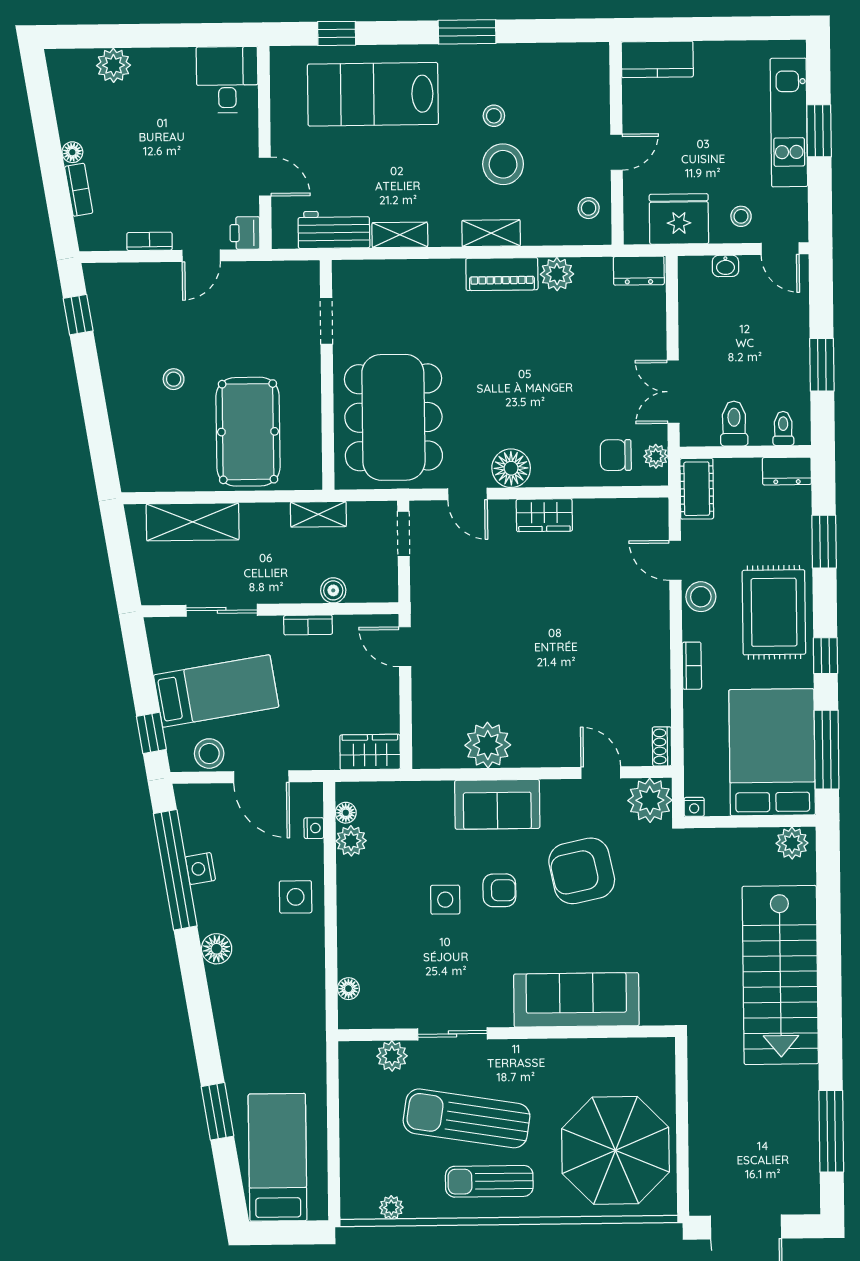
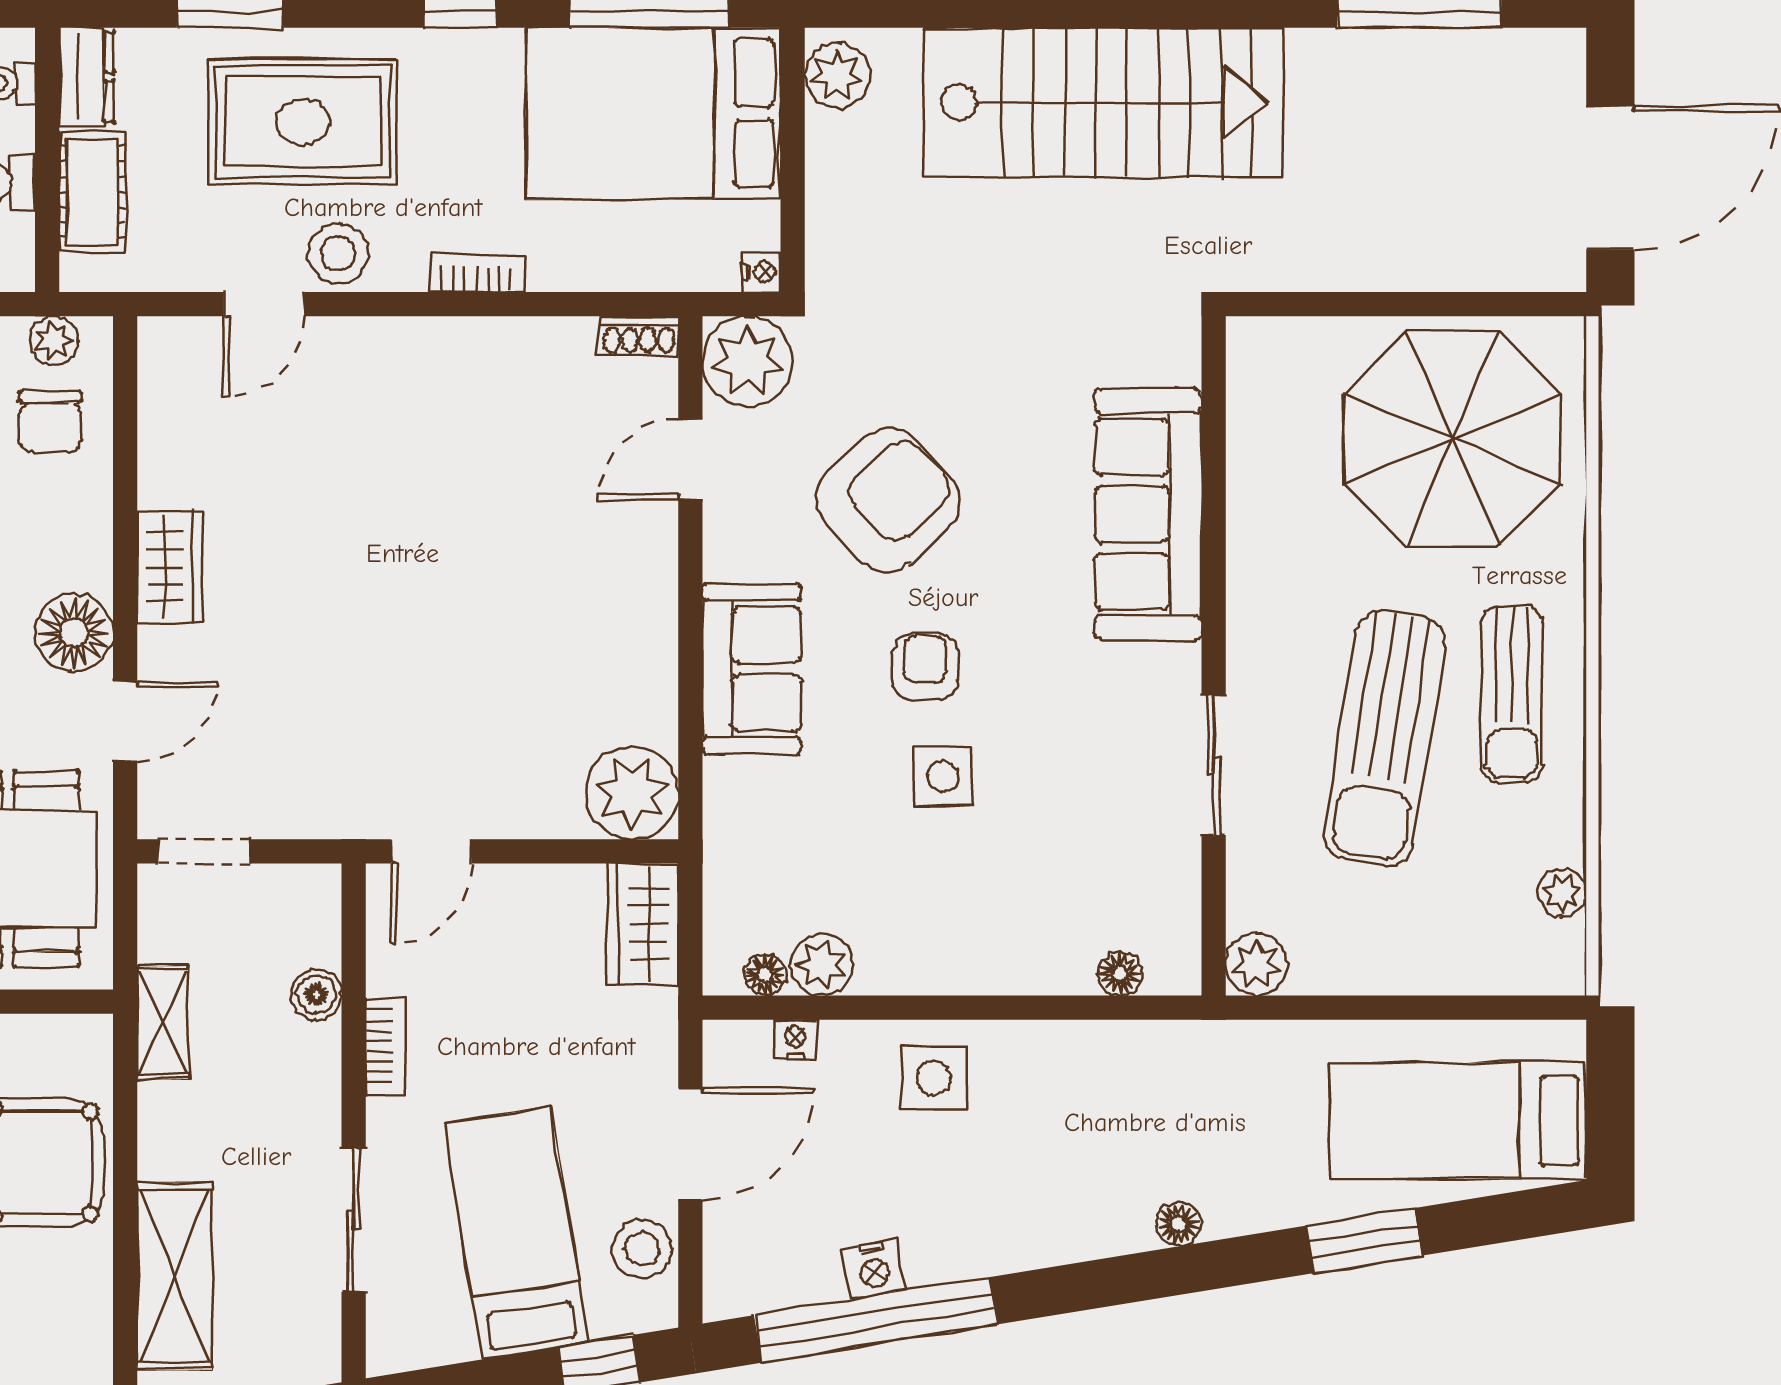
cot: (697, 489) -> (92, 192), moved, turned 90
rug: (774, 612) -> (303, 122), moved
plant: (488, 745) -> (632, 793), moved
armchair: (582, 871) -> (888, 500), turned -120
floor lamp: (217, 949) -> (1179, 1224), moved, width x0.73, depth x0.73
plant: (392, 1056) -> (1257, 965), moved

